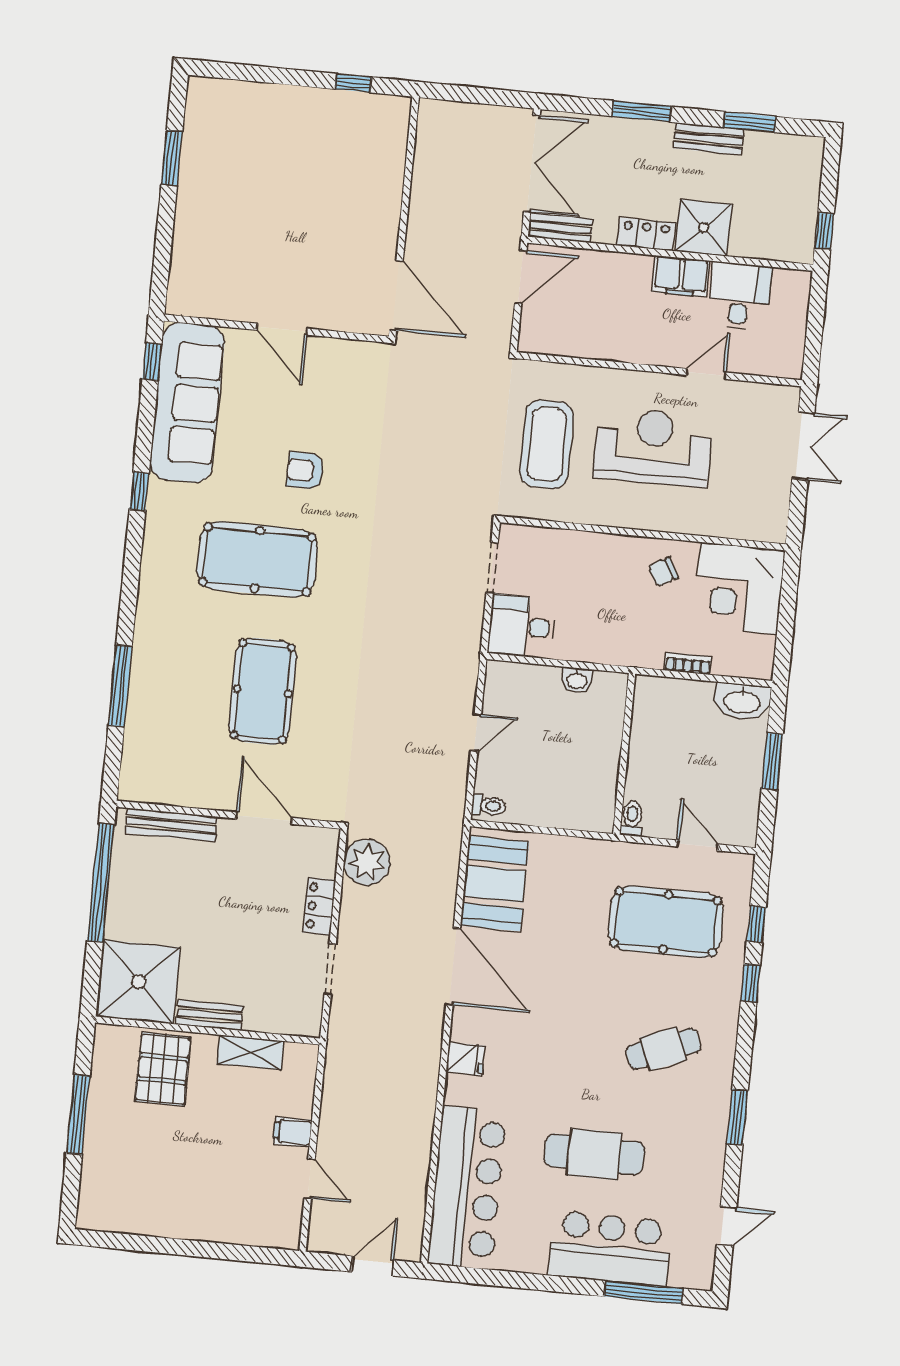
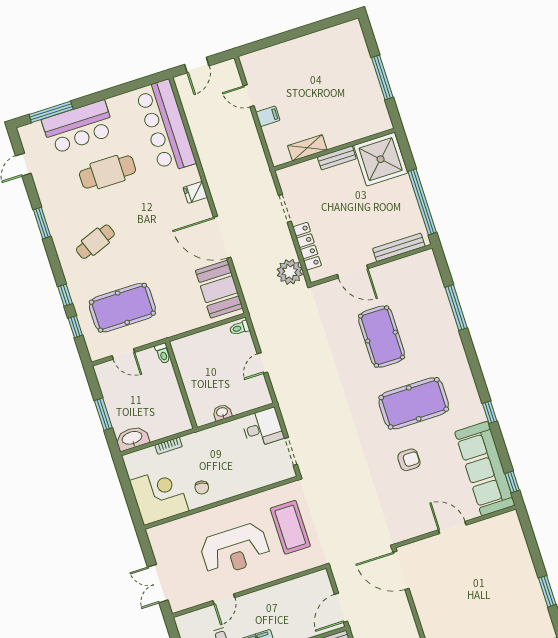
chair: (663, 572) -> (202, 487), turned 132
locker: (319, 906) -> (307, 246), width x1.53
pallet: (163, 1069) -> (349, 120), removed

